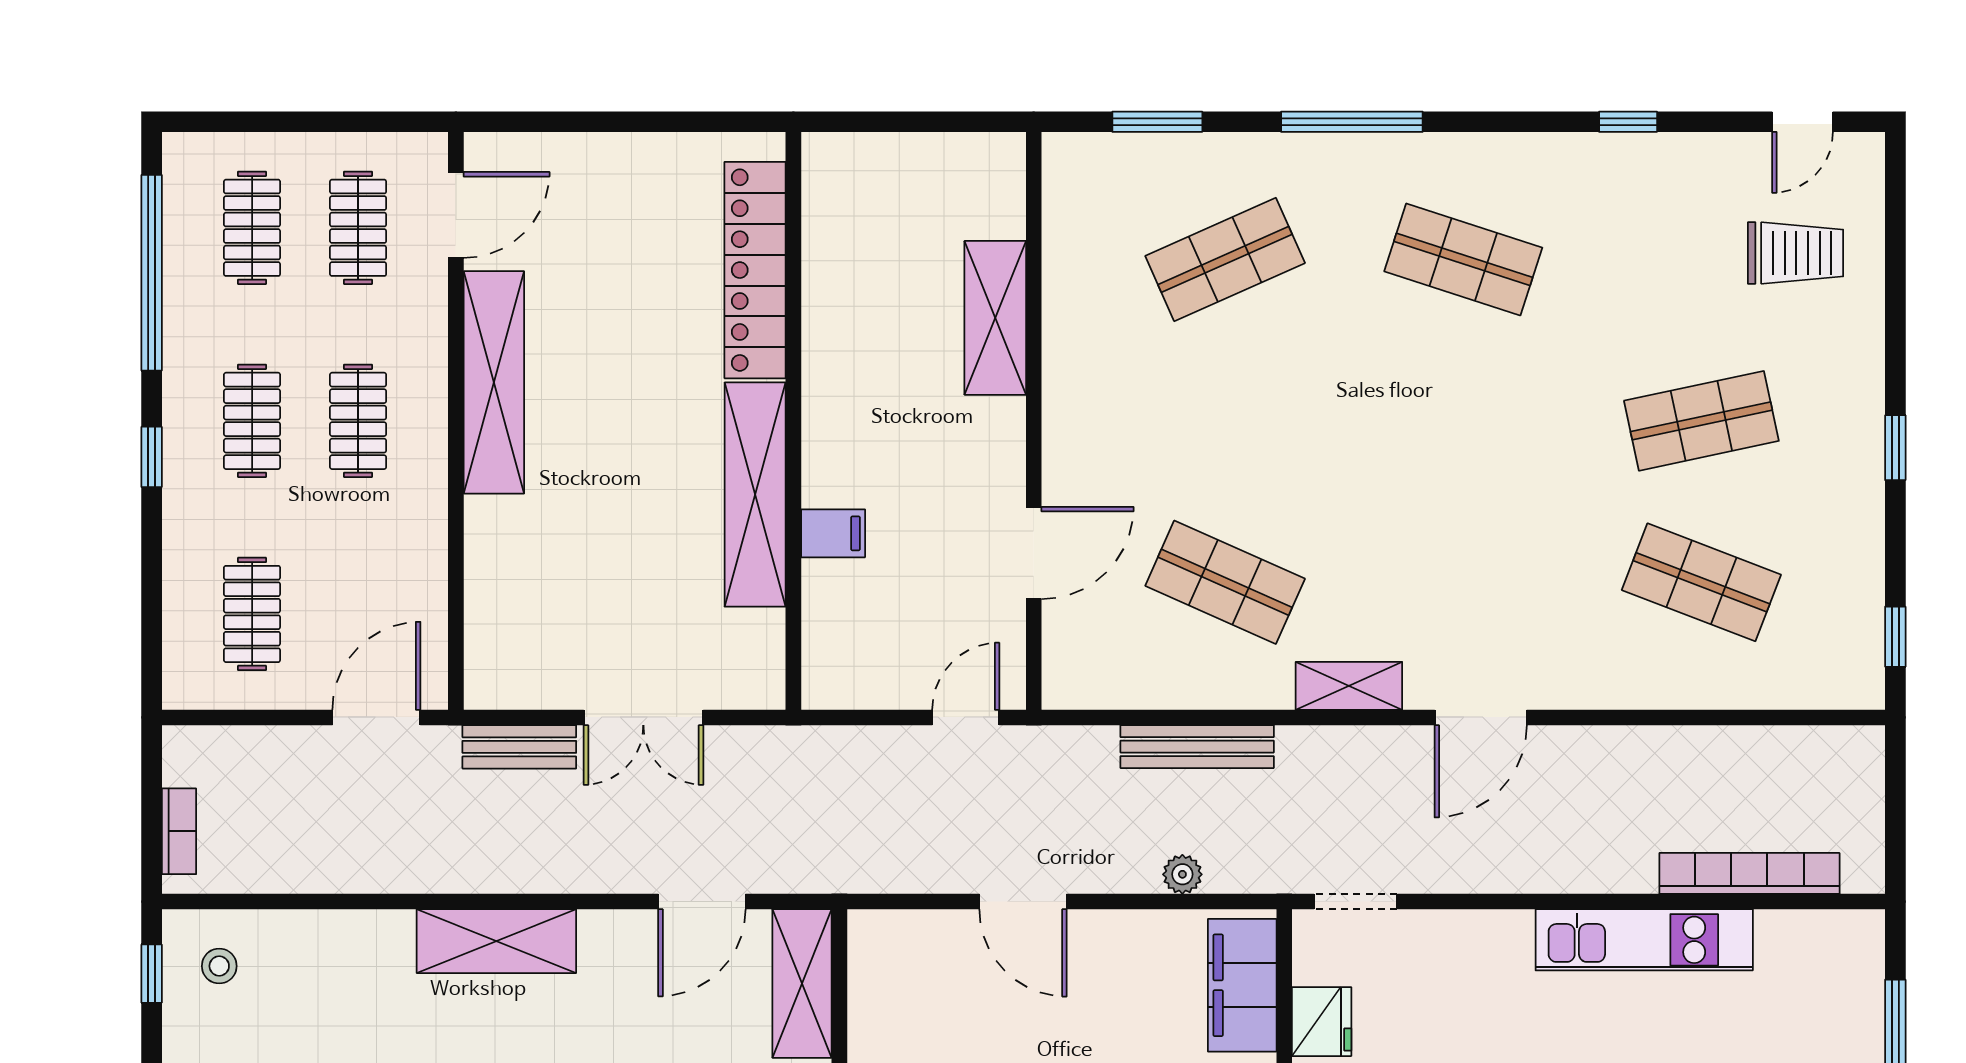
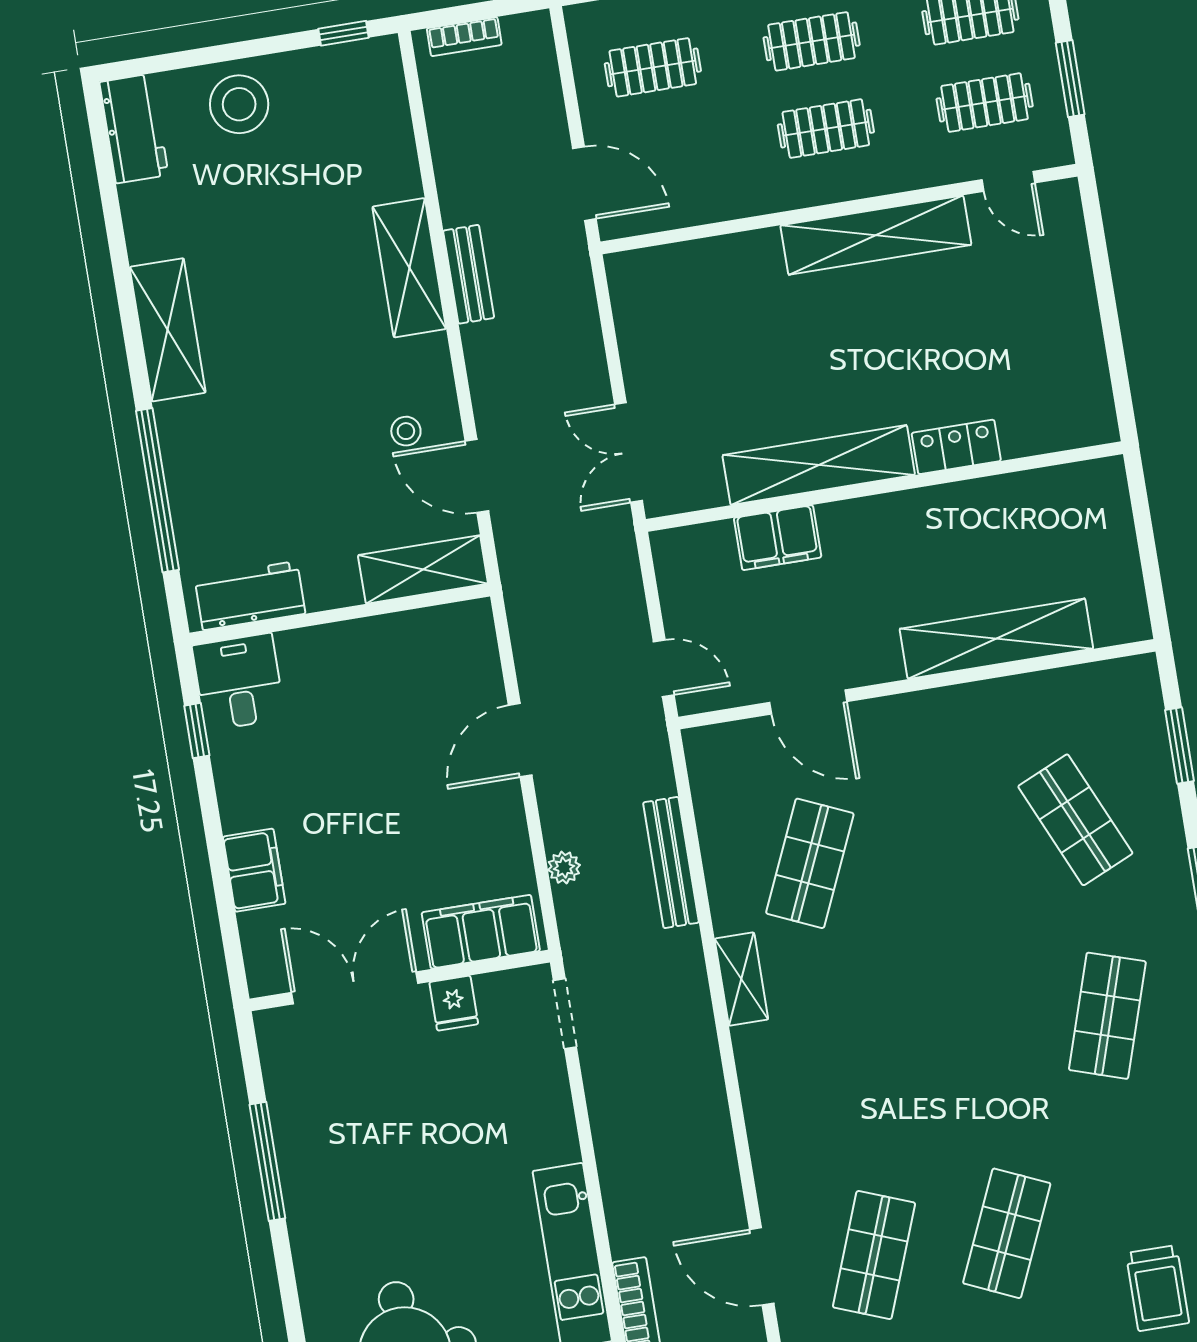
window: (346, 122) -> (1070, 79), added
door: (456, 215) -> (1008, 181), width x0.73
locker: (755, 270) -> (956, 447), width x0.46, depth x0.83
shelving: (995, 318) -> (996, 639), width x1.47
shop shelf: (1701, 421) -> (1007, 1233), turned 36
filing cabinet: (833, 533) -> (778, 538), width x2.00
double door: (643, 717) -> (628, 453), moved
door: (1481, 717) -> (762, 1266), moved
bench: (519, 747) -> (469, 274), moved
shelving: (496, 941) -> (409, 268), moved
stool: (219, 966) -> (406, 431), moved
fridge: (1322, 1022) -> (454, 1003), width x0.72

